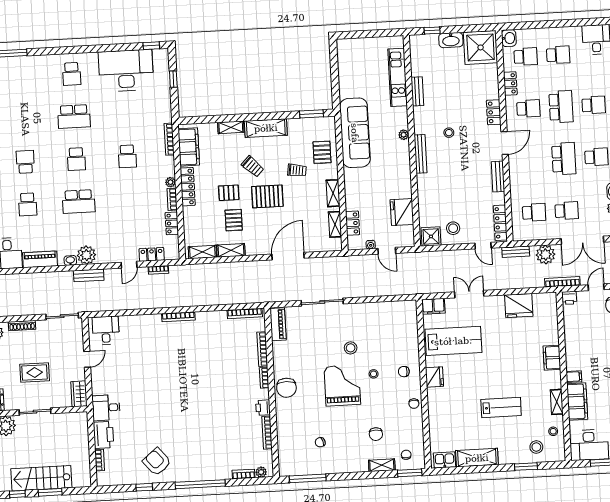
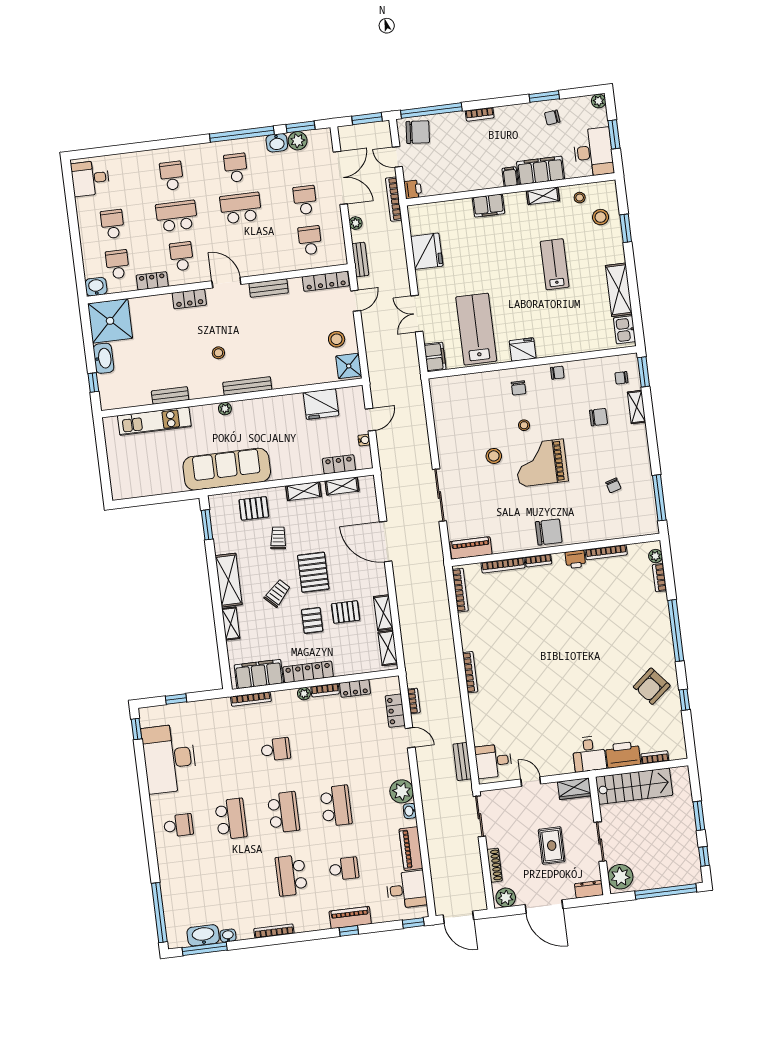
school desk: (76, 159) -> (283, 812), width x1.85
school desk: (25, 162) -> (291, 875), width x1.85
plant: (546, 255) -> (356, 223), width x0.53, depth x0.53
bench: (89, 275) -> (462, 762), moved
stairs: (41, 478) -> (634, 786), moved, turned -90

